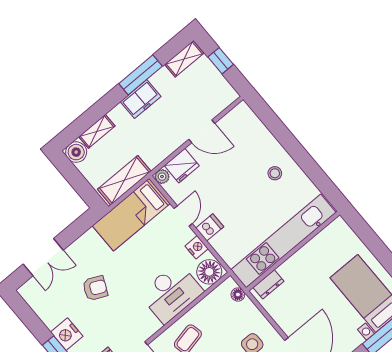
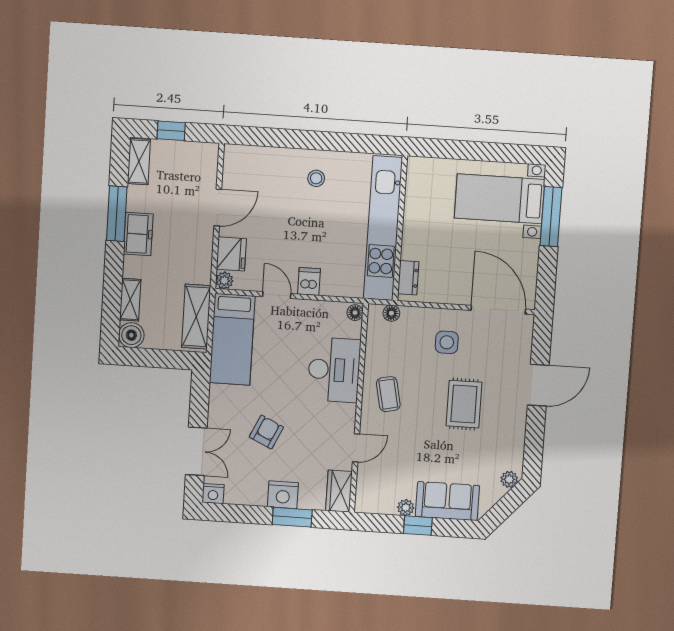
nightstand: (197, 247) -> (213, 494), moved, turned 180
floor lamp: (209, 272) -> (355, 313), width x0.53, depth x0.53

